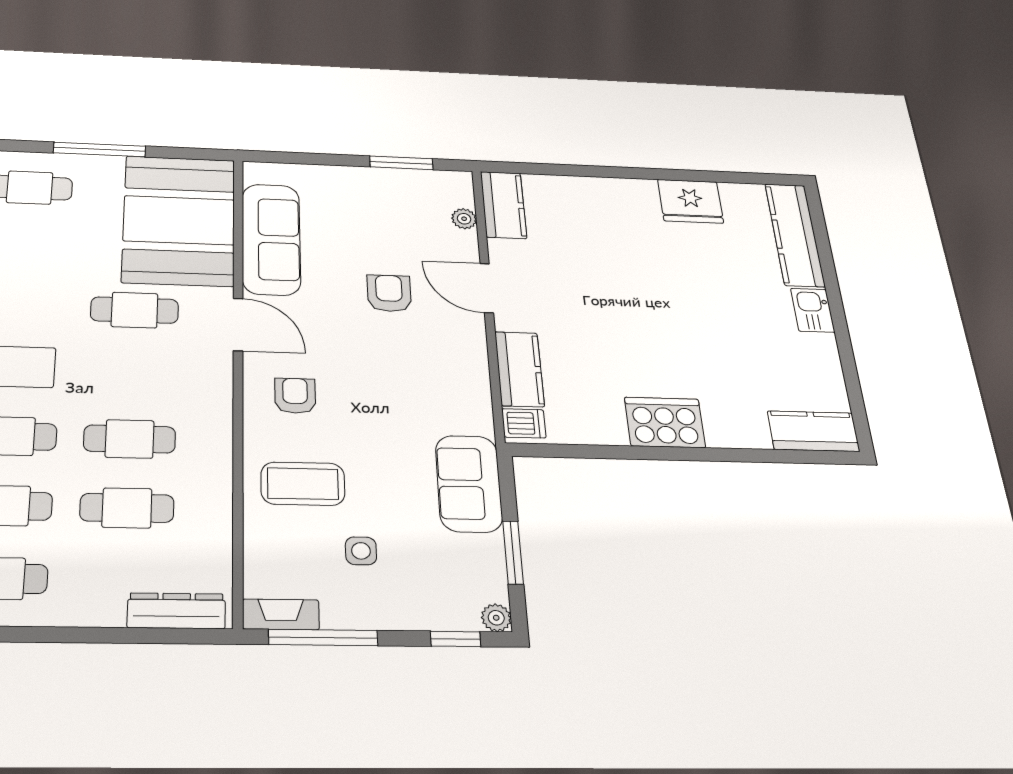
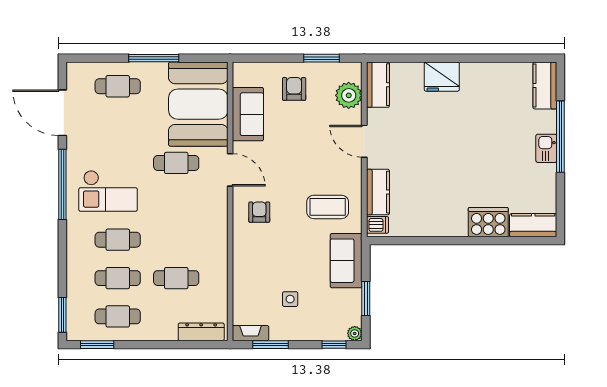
fridge: (690, 201) -> (442, 77), moved
plant: (464, 219) -> (349, 95), width x1.88, depth x1.88
kitchen counter: (795, 235) -> (545, 85), width x0.67
sofa: (271, 239) -> (248, 114), width x0.73
armchair: (389, 293) -> (294, 89), moved
window: (833, 293) -> (560, 137), added
cooker: (665, 422) -> (488, 222), moved
cafe table: (130, 439) -> (176, 240), removed
coffee table: (303, 484) -> (328, 207), moved
window: (323, 638) -> (271, 345), width x0.69

